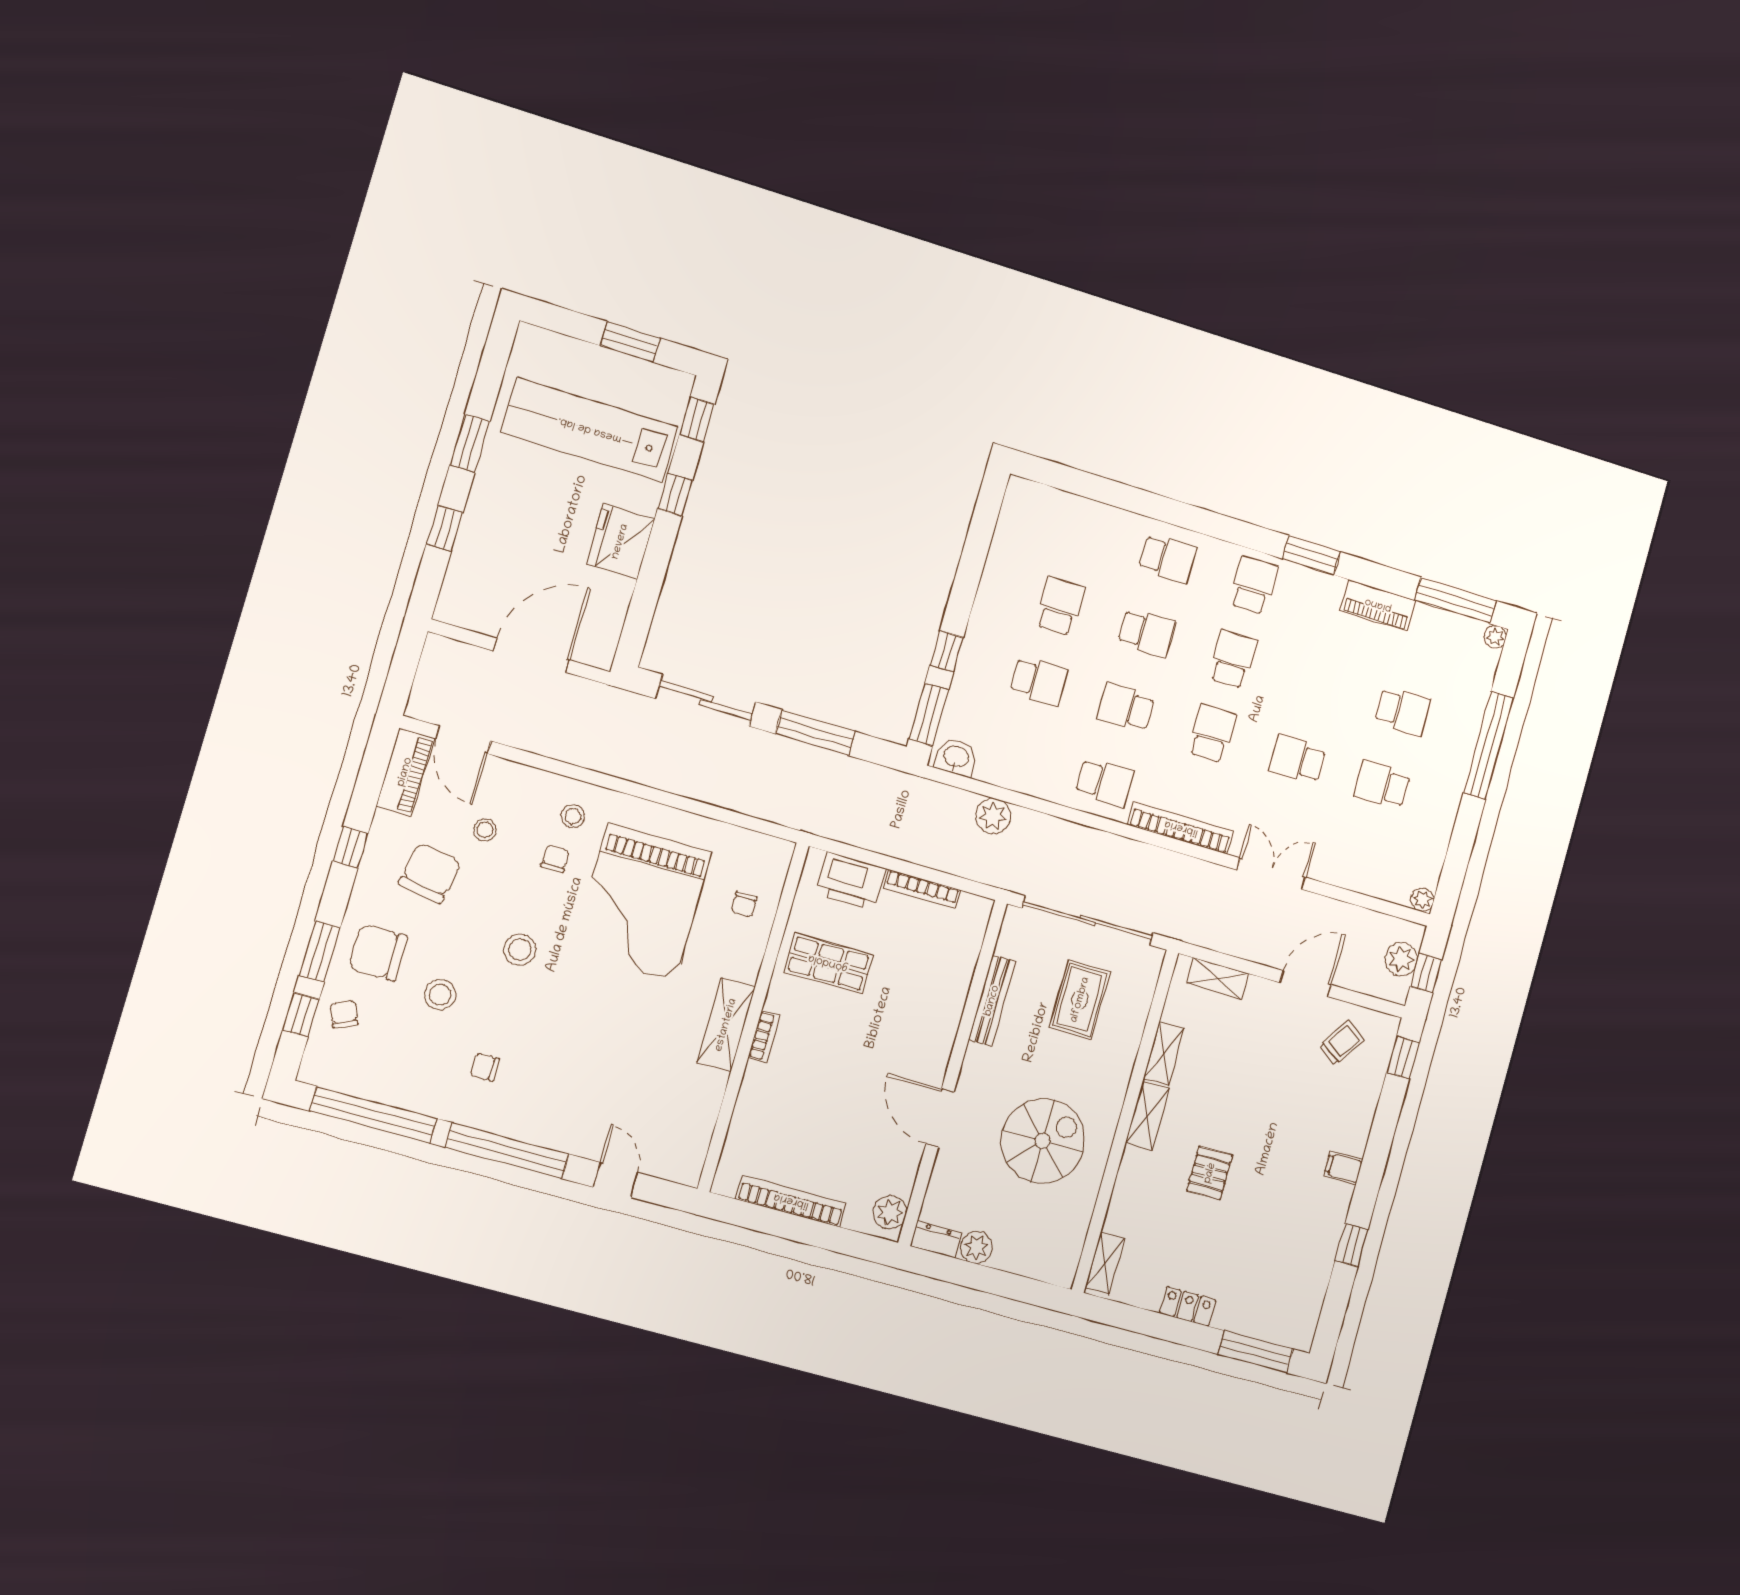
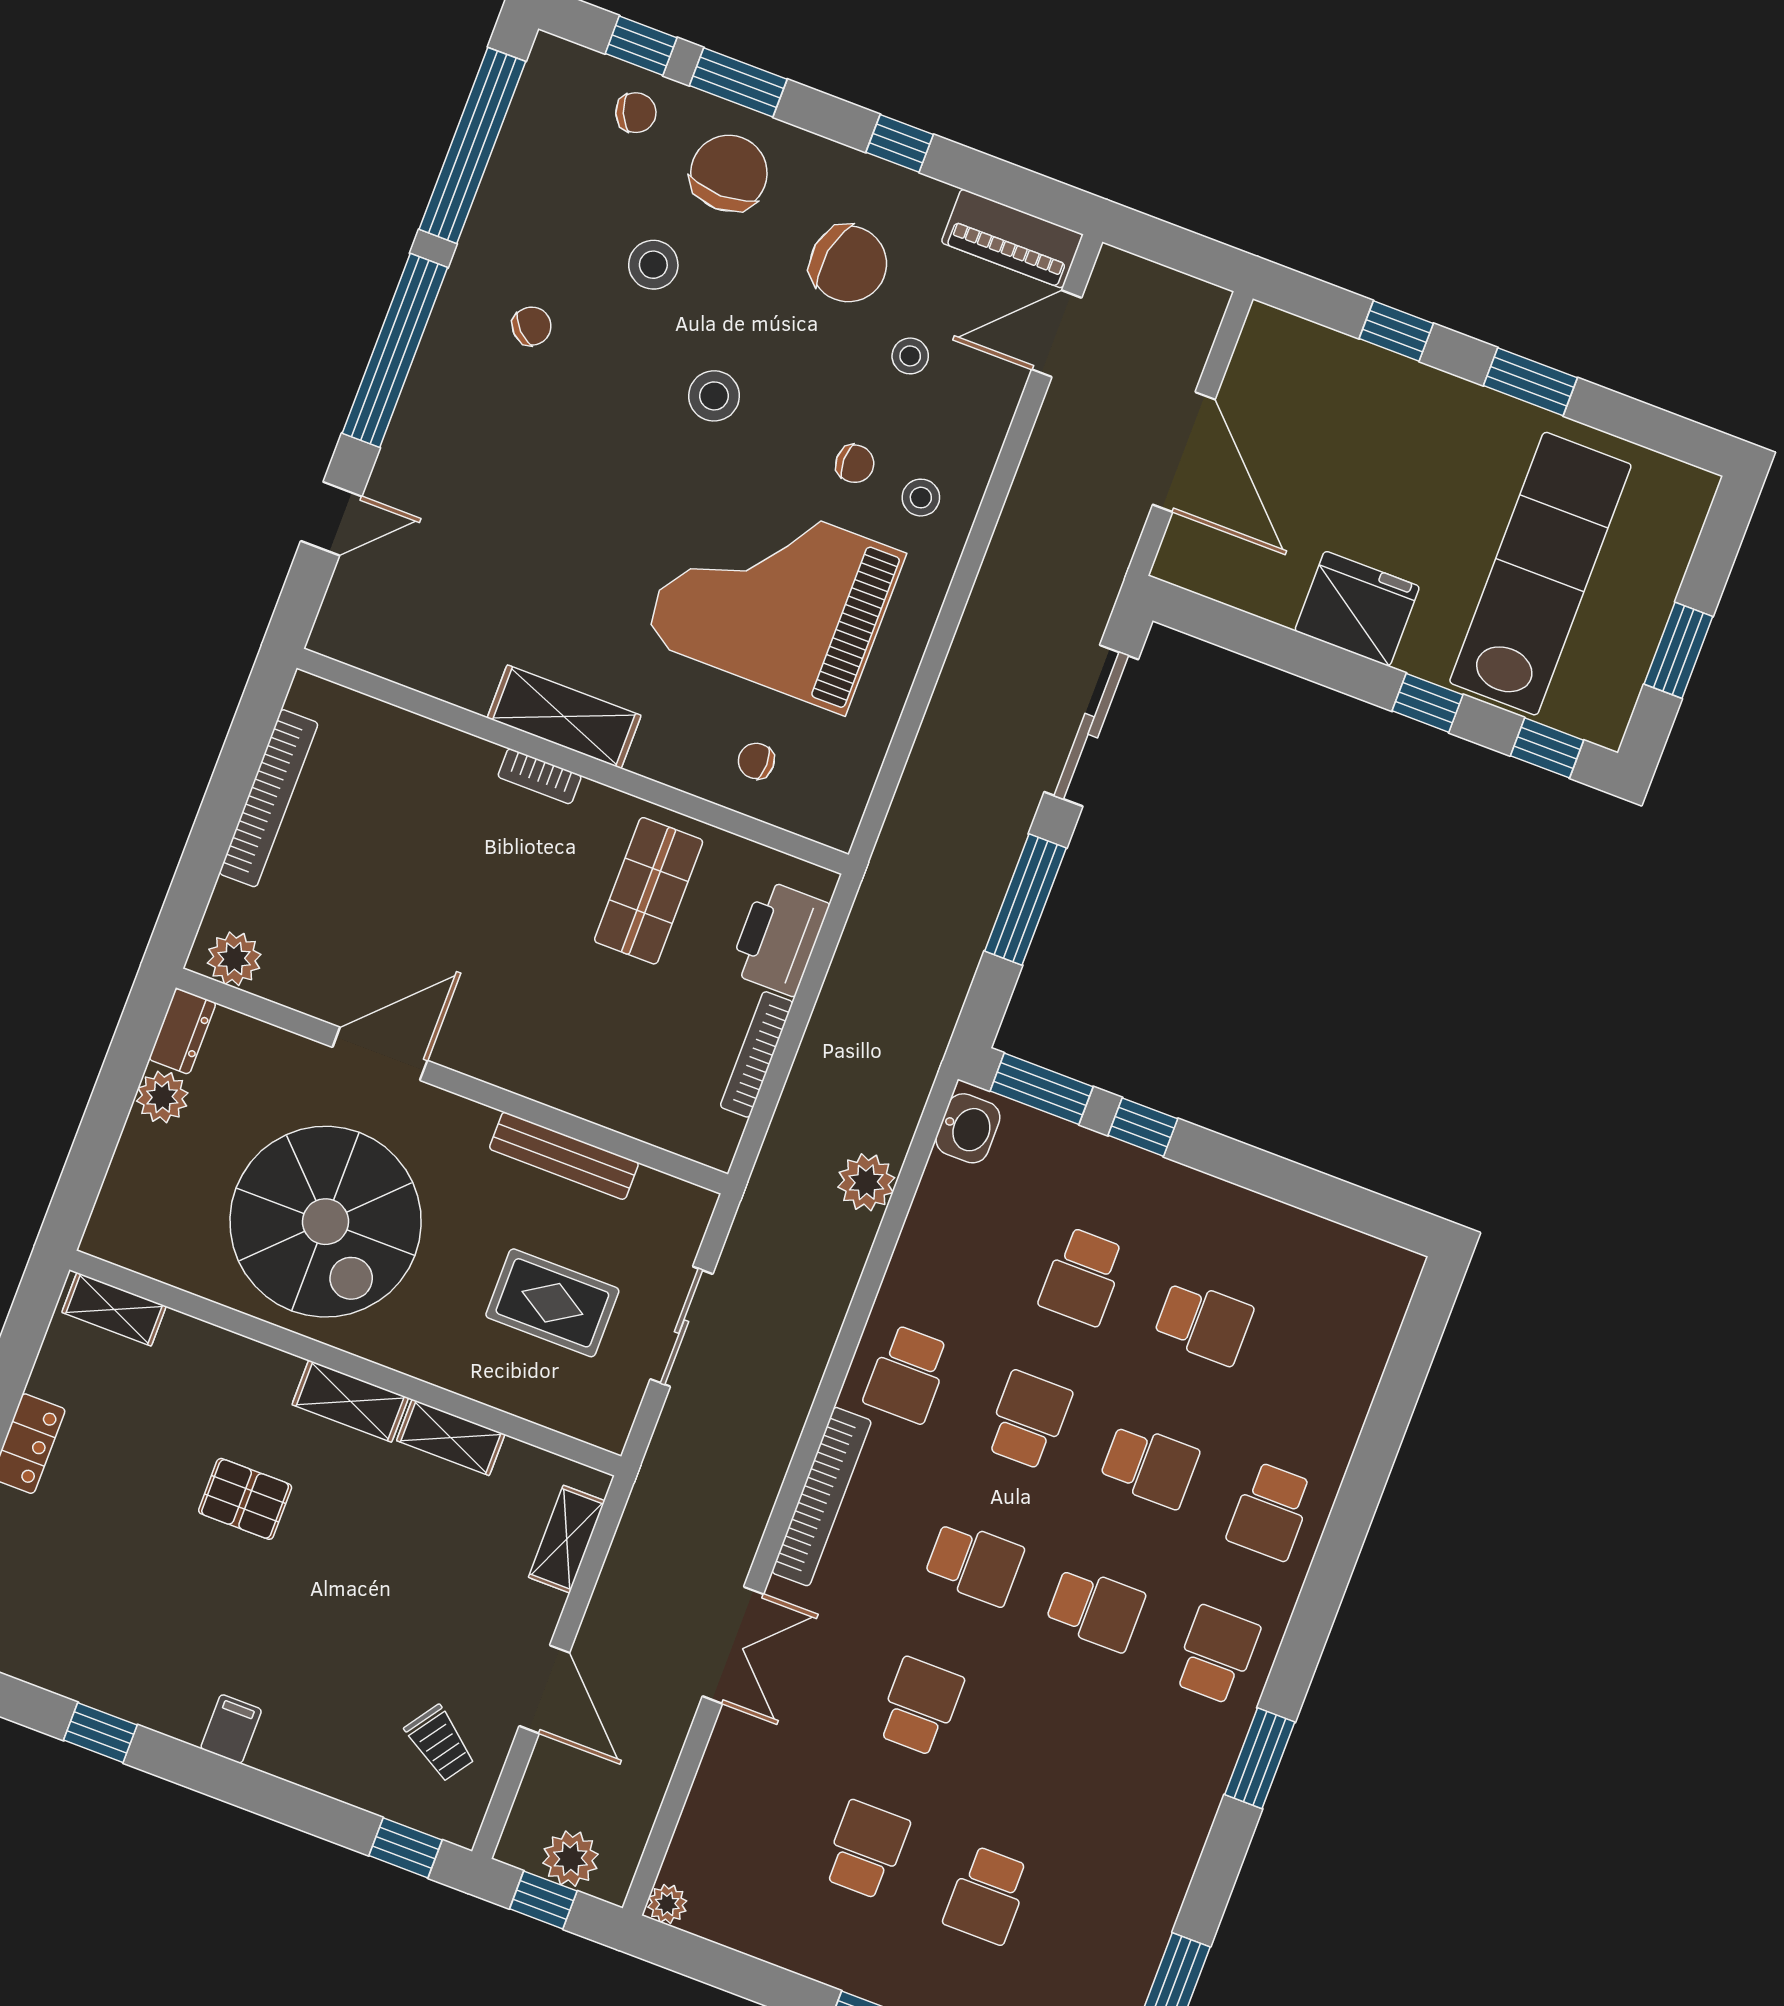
school desk: (1253, 585) -> (1216, 1655), turned -90
piano: (1378, 605) -> (1168, 1867), removed
school desk: (1147, 633) -> (1149, 1466), turned -90
sliding door: (1088, 921) -> (681, 1327), width x0.54
chair: (485, 1067) -> (532, 326), turned 45
spiral stairs: (1043, 1141) -> (326, 1222), width x1.37, depth x1.37

